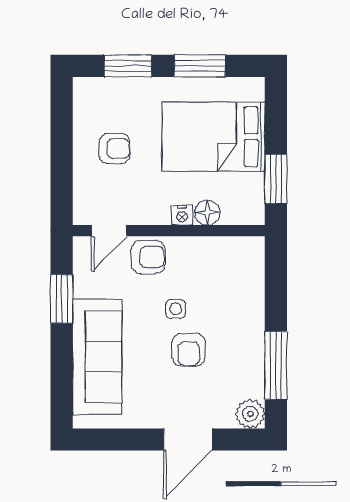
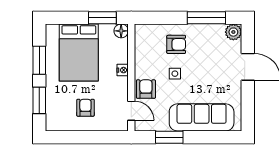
floor lamp: (207, 213) -> (121, 31), moved
armchair: (189, 350) -> (176, 44), moved

